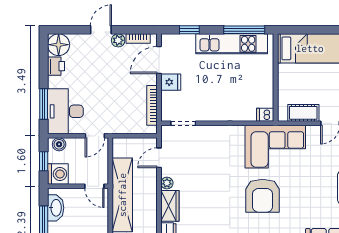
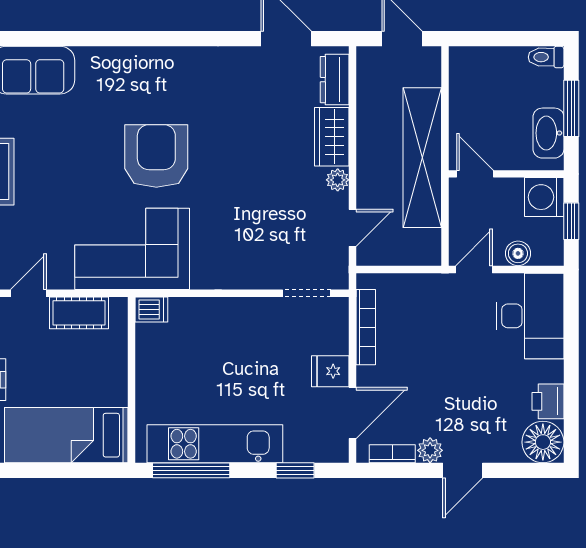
window: (44, 104) -> (571, 330), removed
boiler: (59, 144) -> (518, 253), moved

